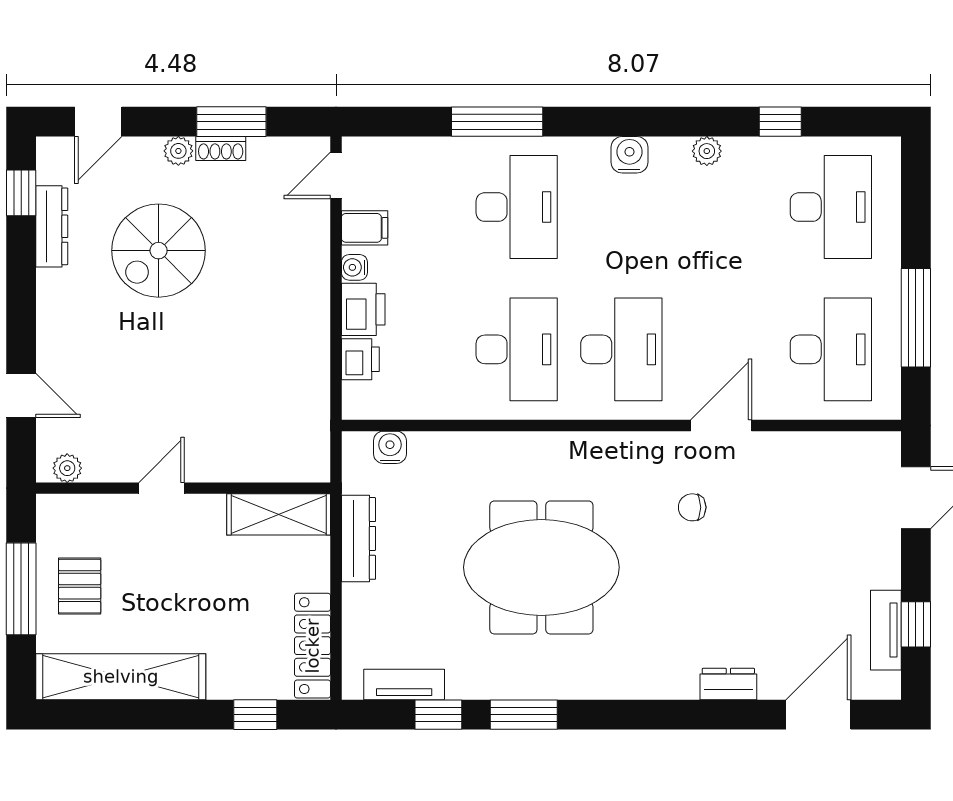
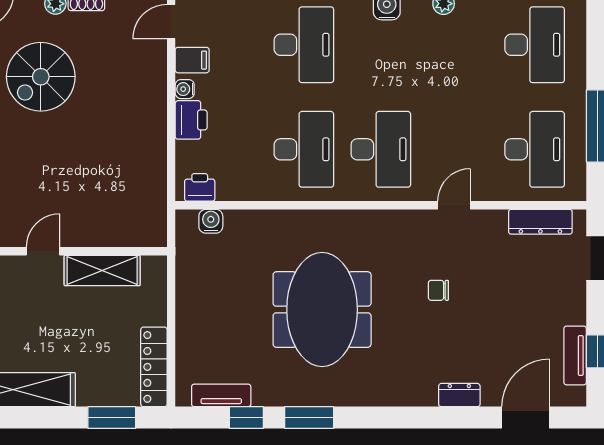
printer: (360, 359) -> (200, 187), moved, turned -90
door: (721, 425) -> (454, 205), width x0.73
chair: (692, 507) -> (438, 290), moved
shelving: (279, 514) -> (102, 270), moved
dresser: (358, 538) -> (540, 222), moved, turned 90
meeting table: (541, 567) -> (322, 310), turned 90
window: (255, 715) -> (112, 418), width x1.50

